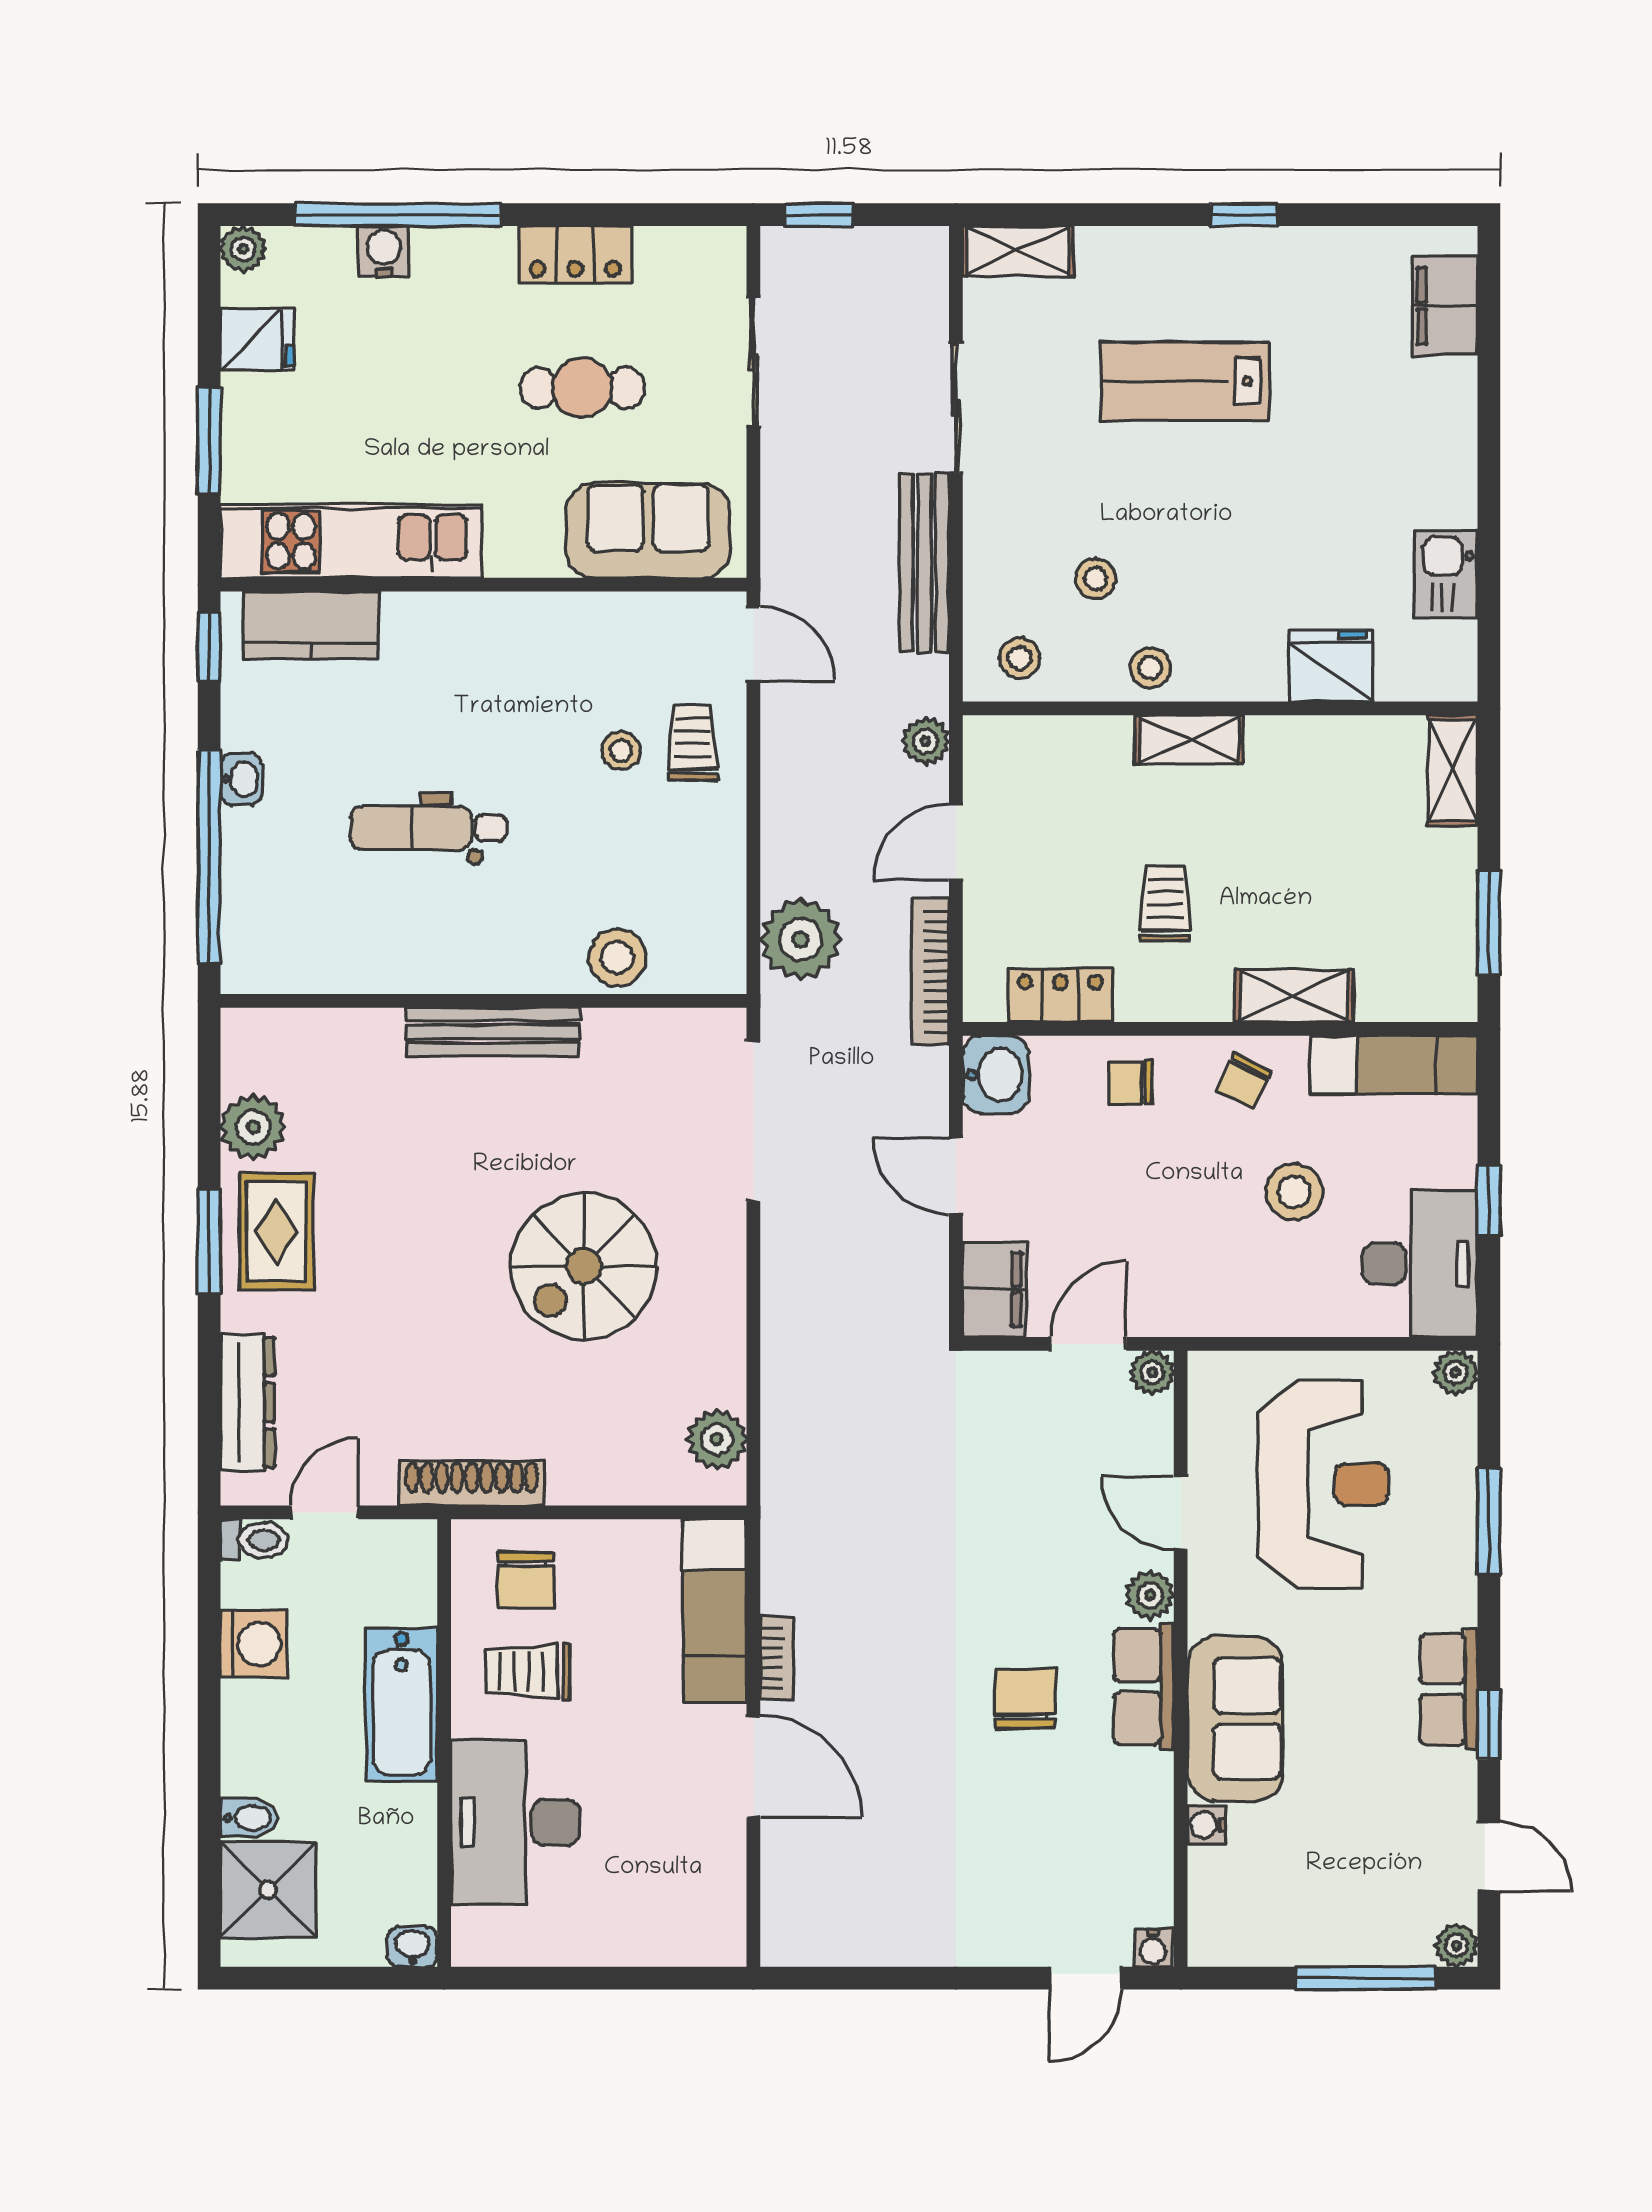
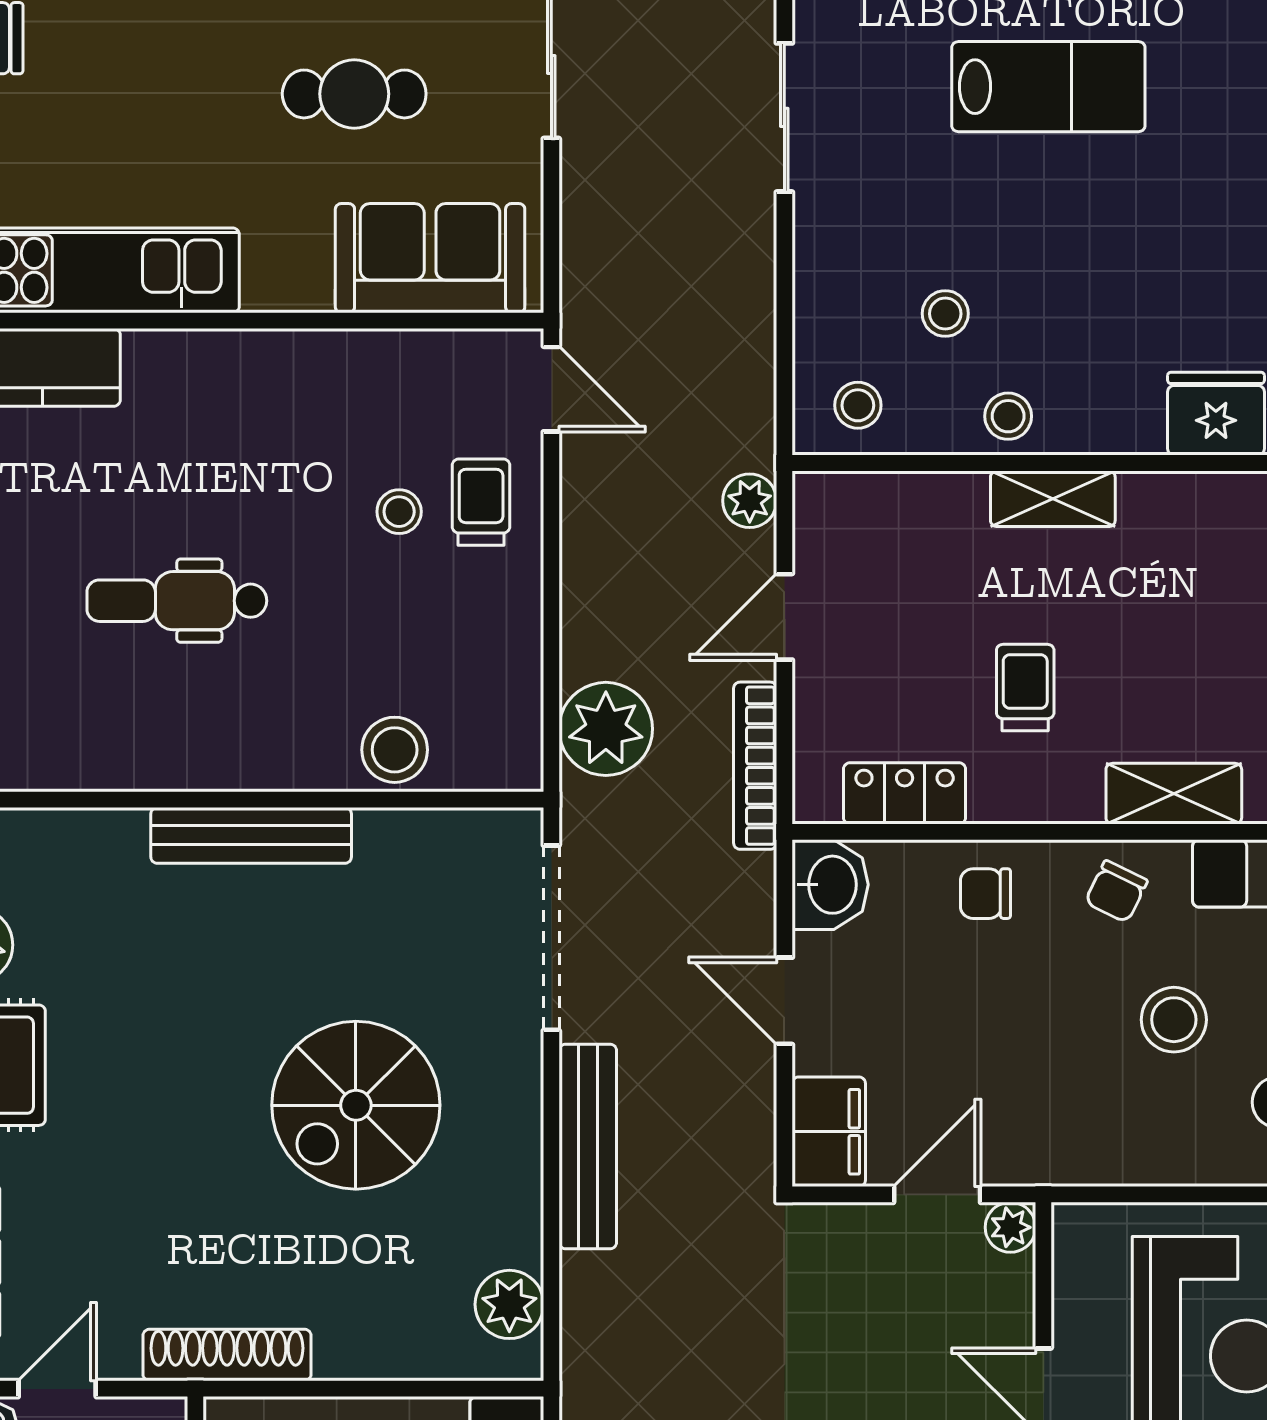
lab bench: (1185, 381) -> (1048, 87), turned 180
bench: (924, 563) -> (588, 1146), moved

